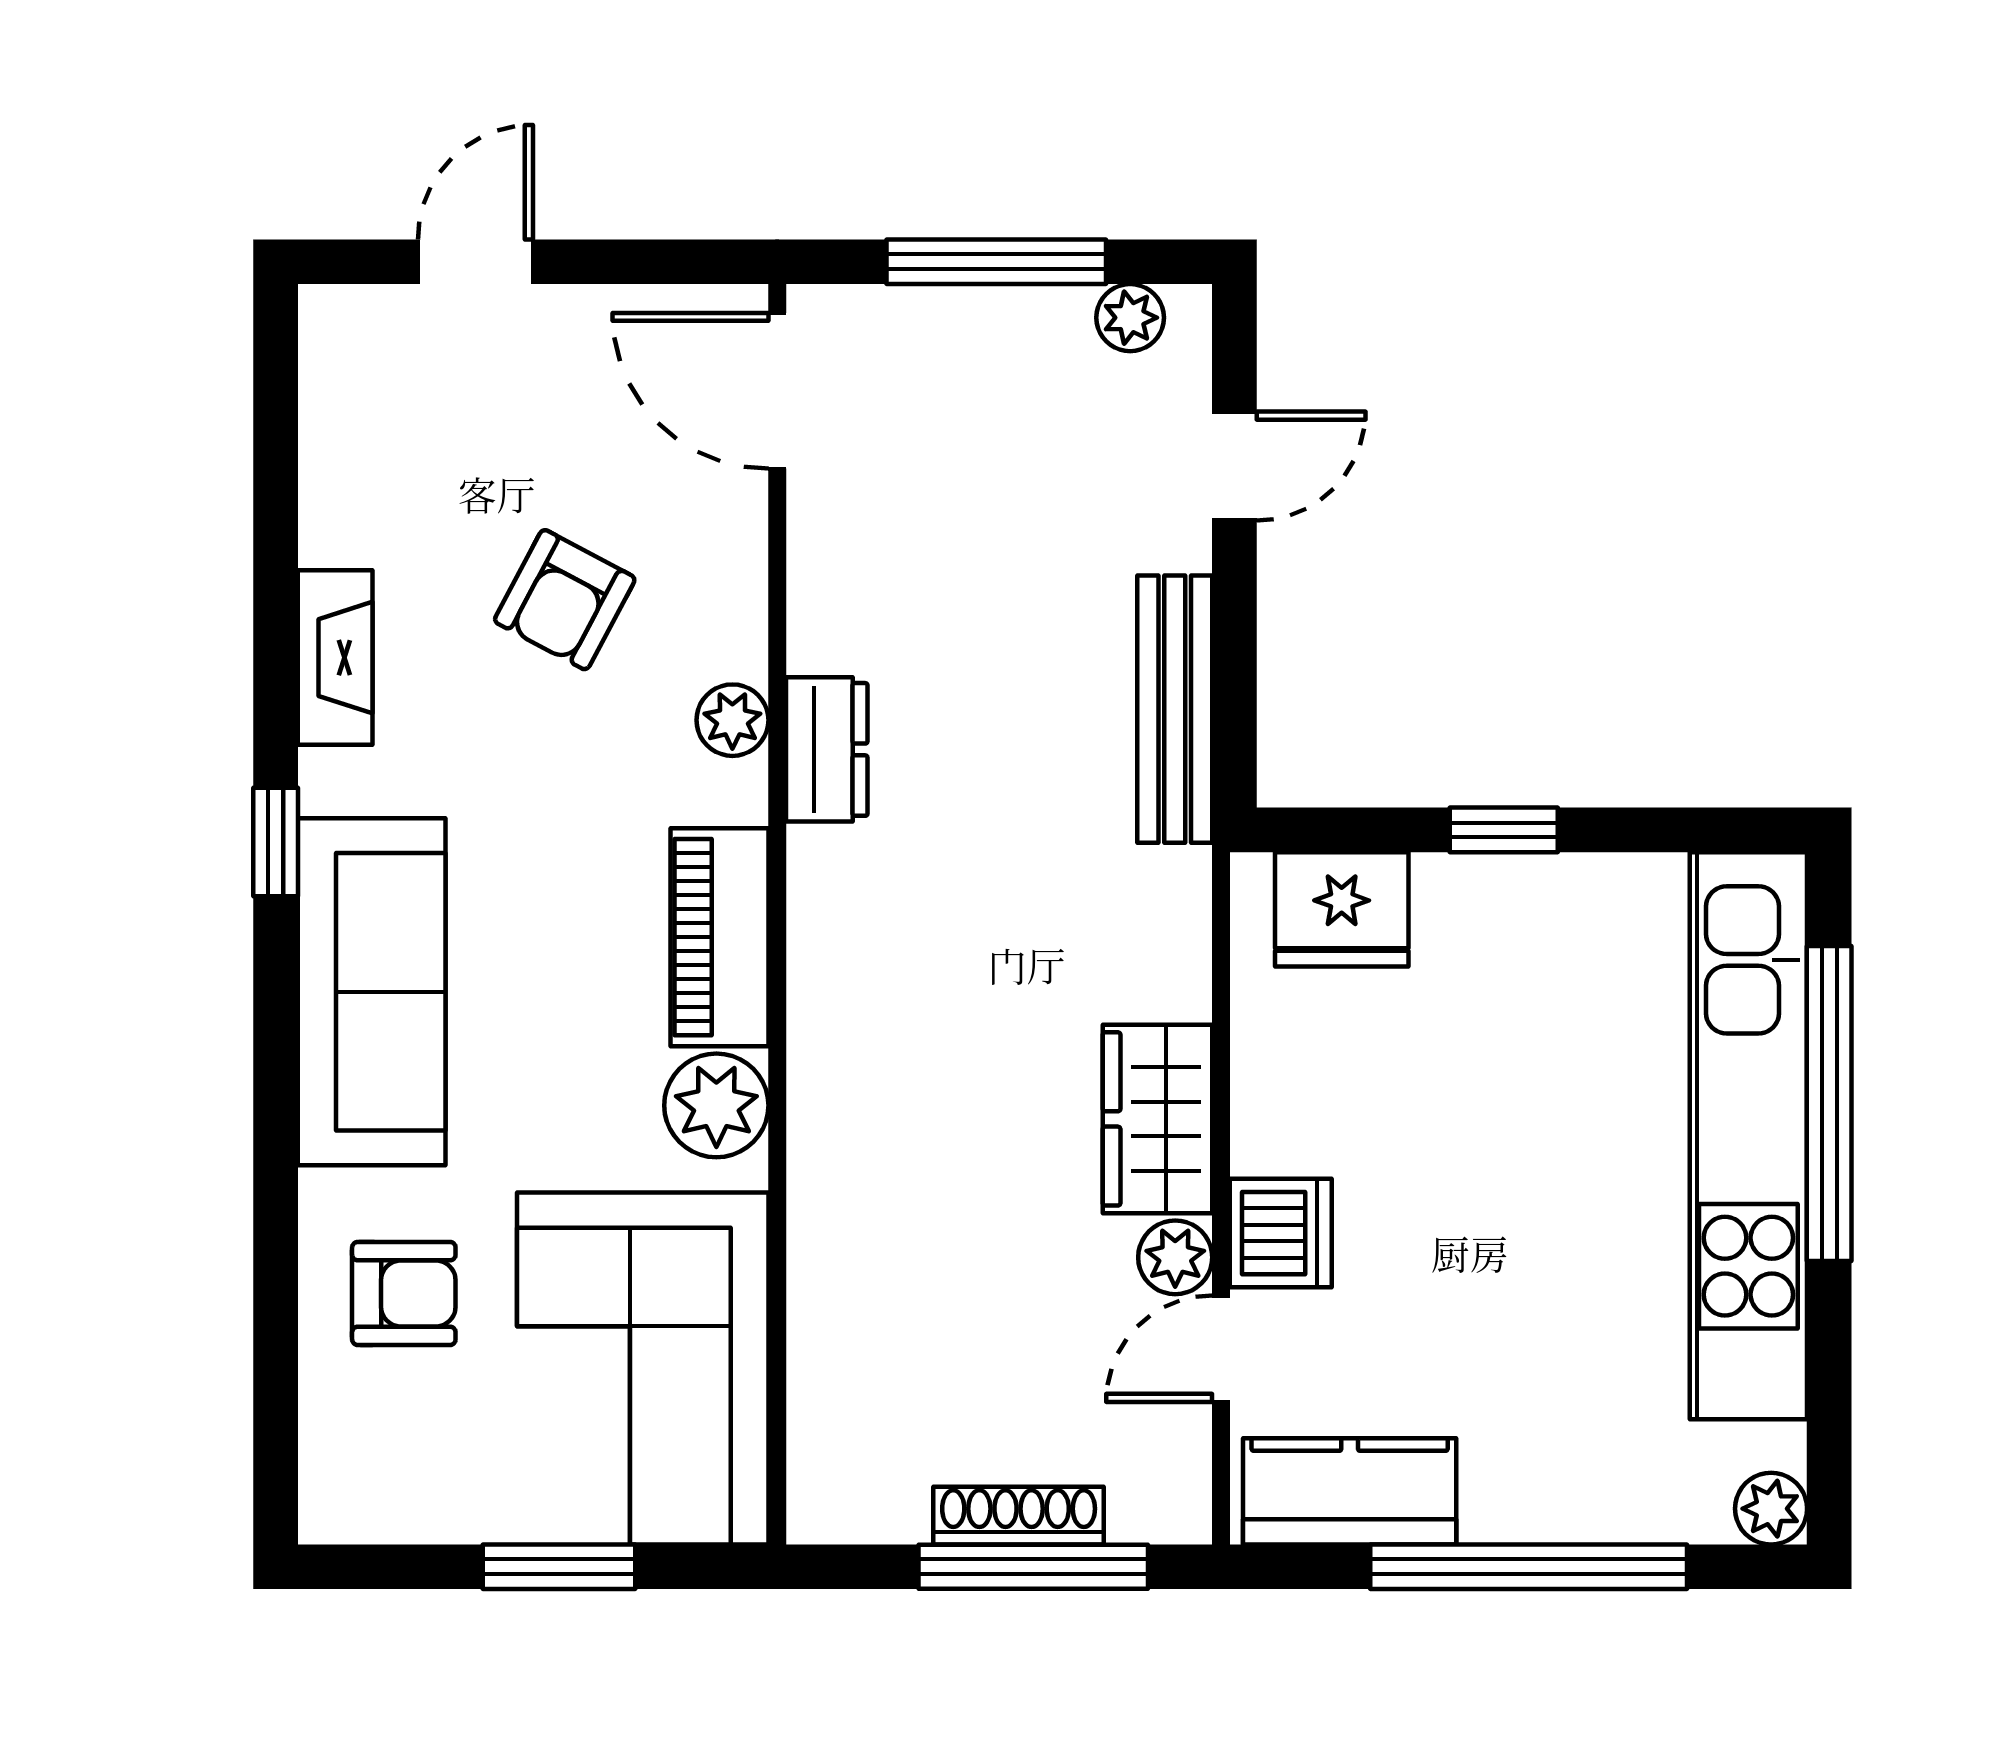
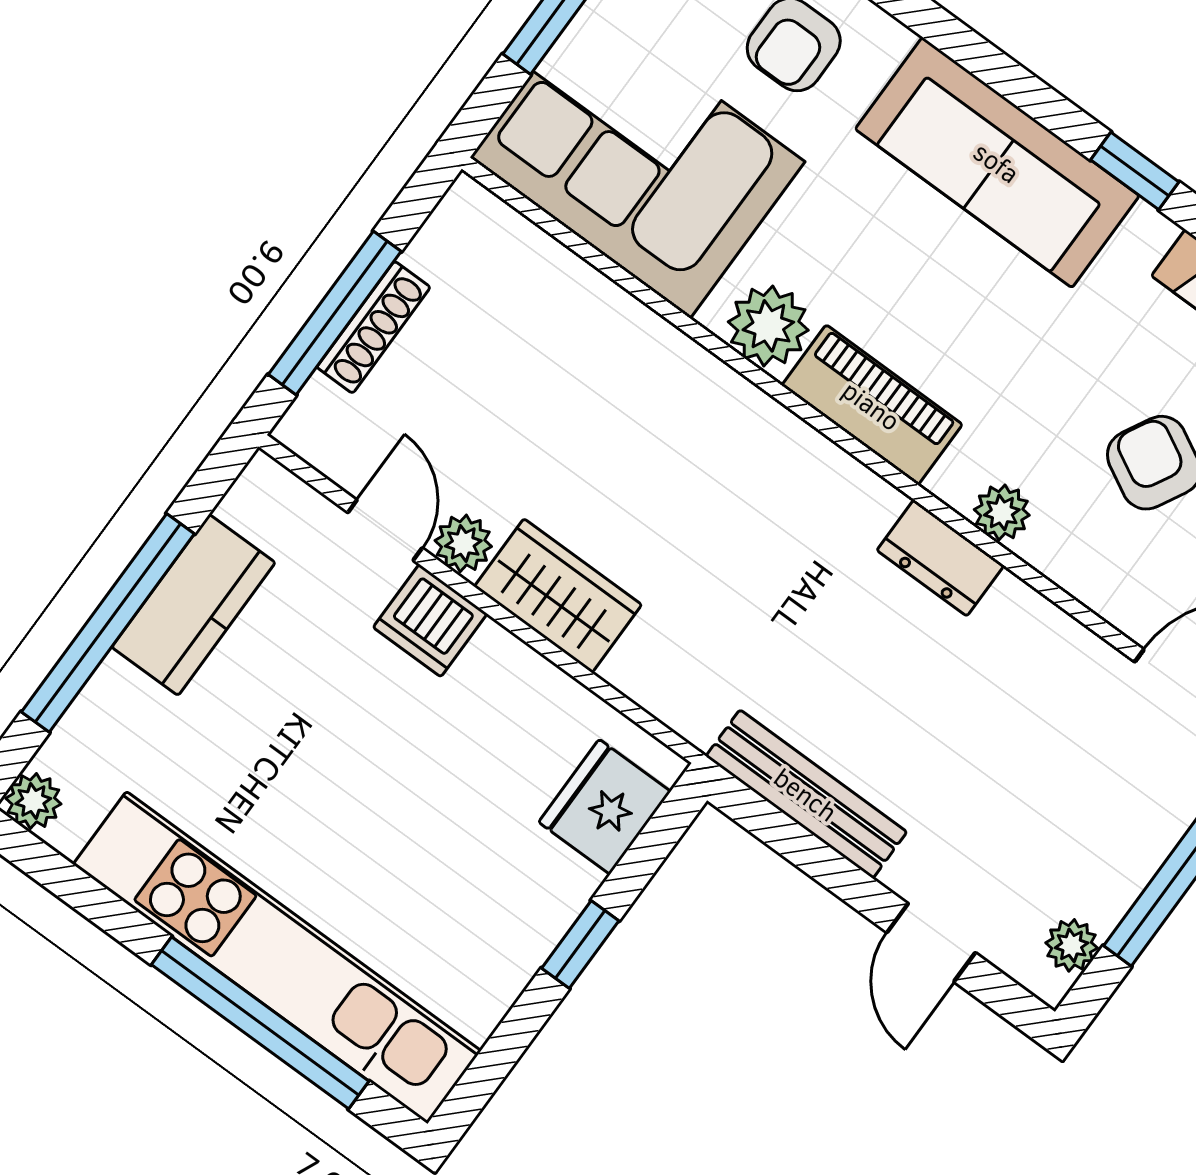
kitchen counter: (1350, 1491) -> (193, 605), moved

